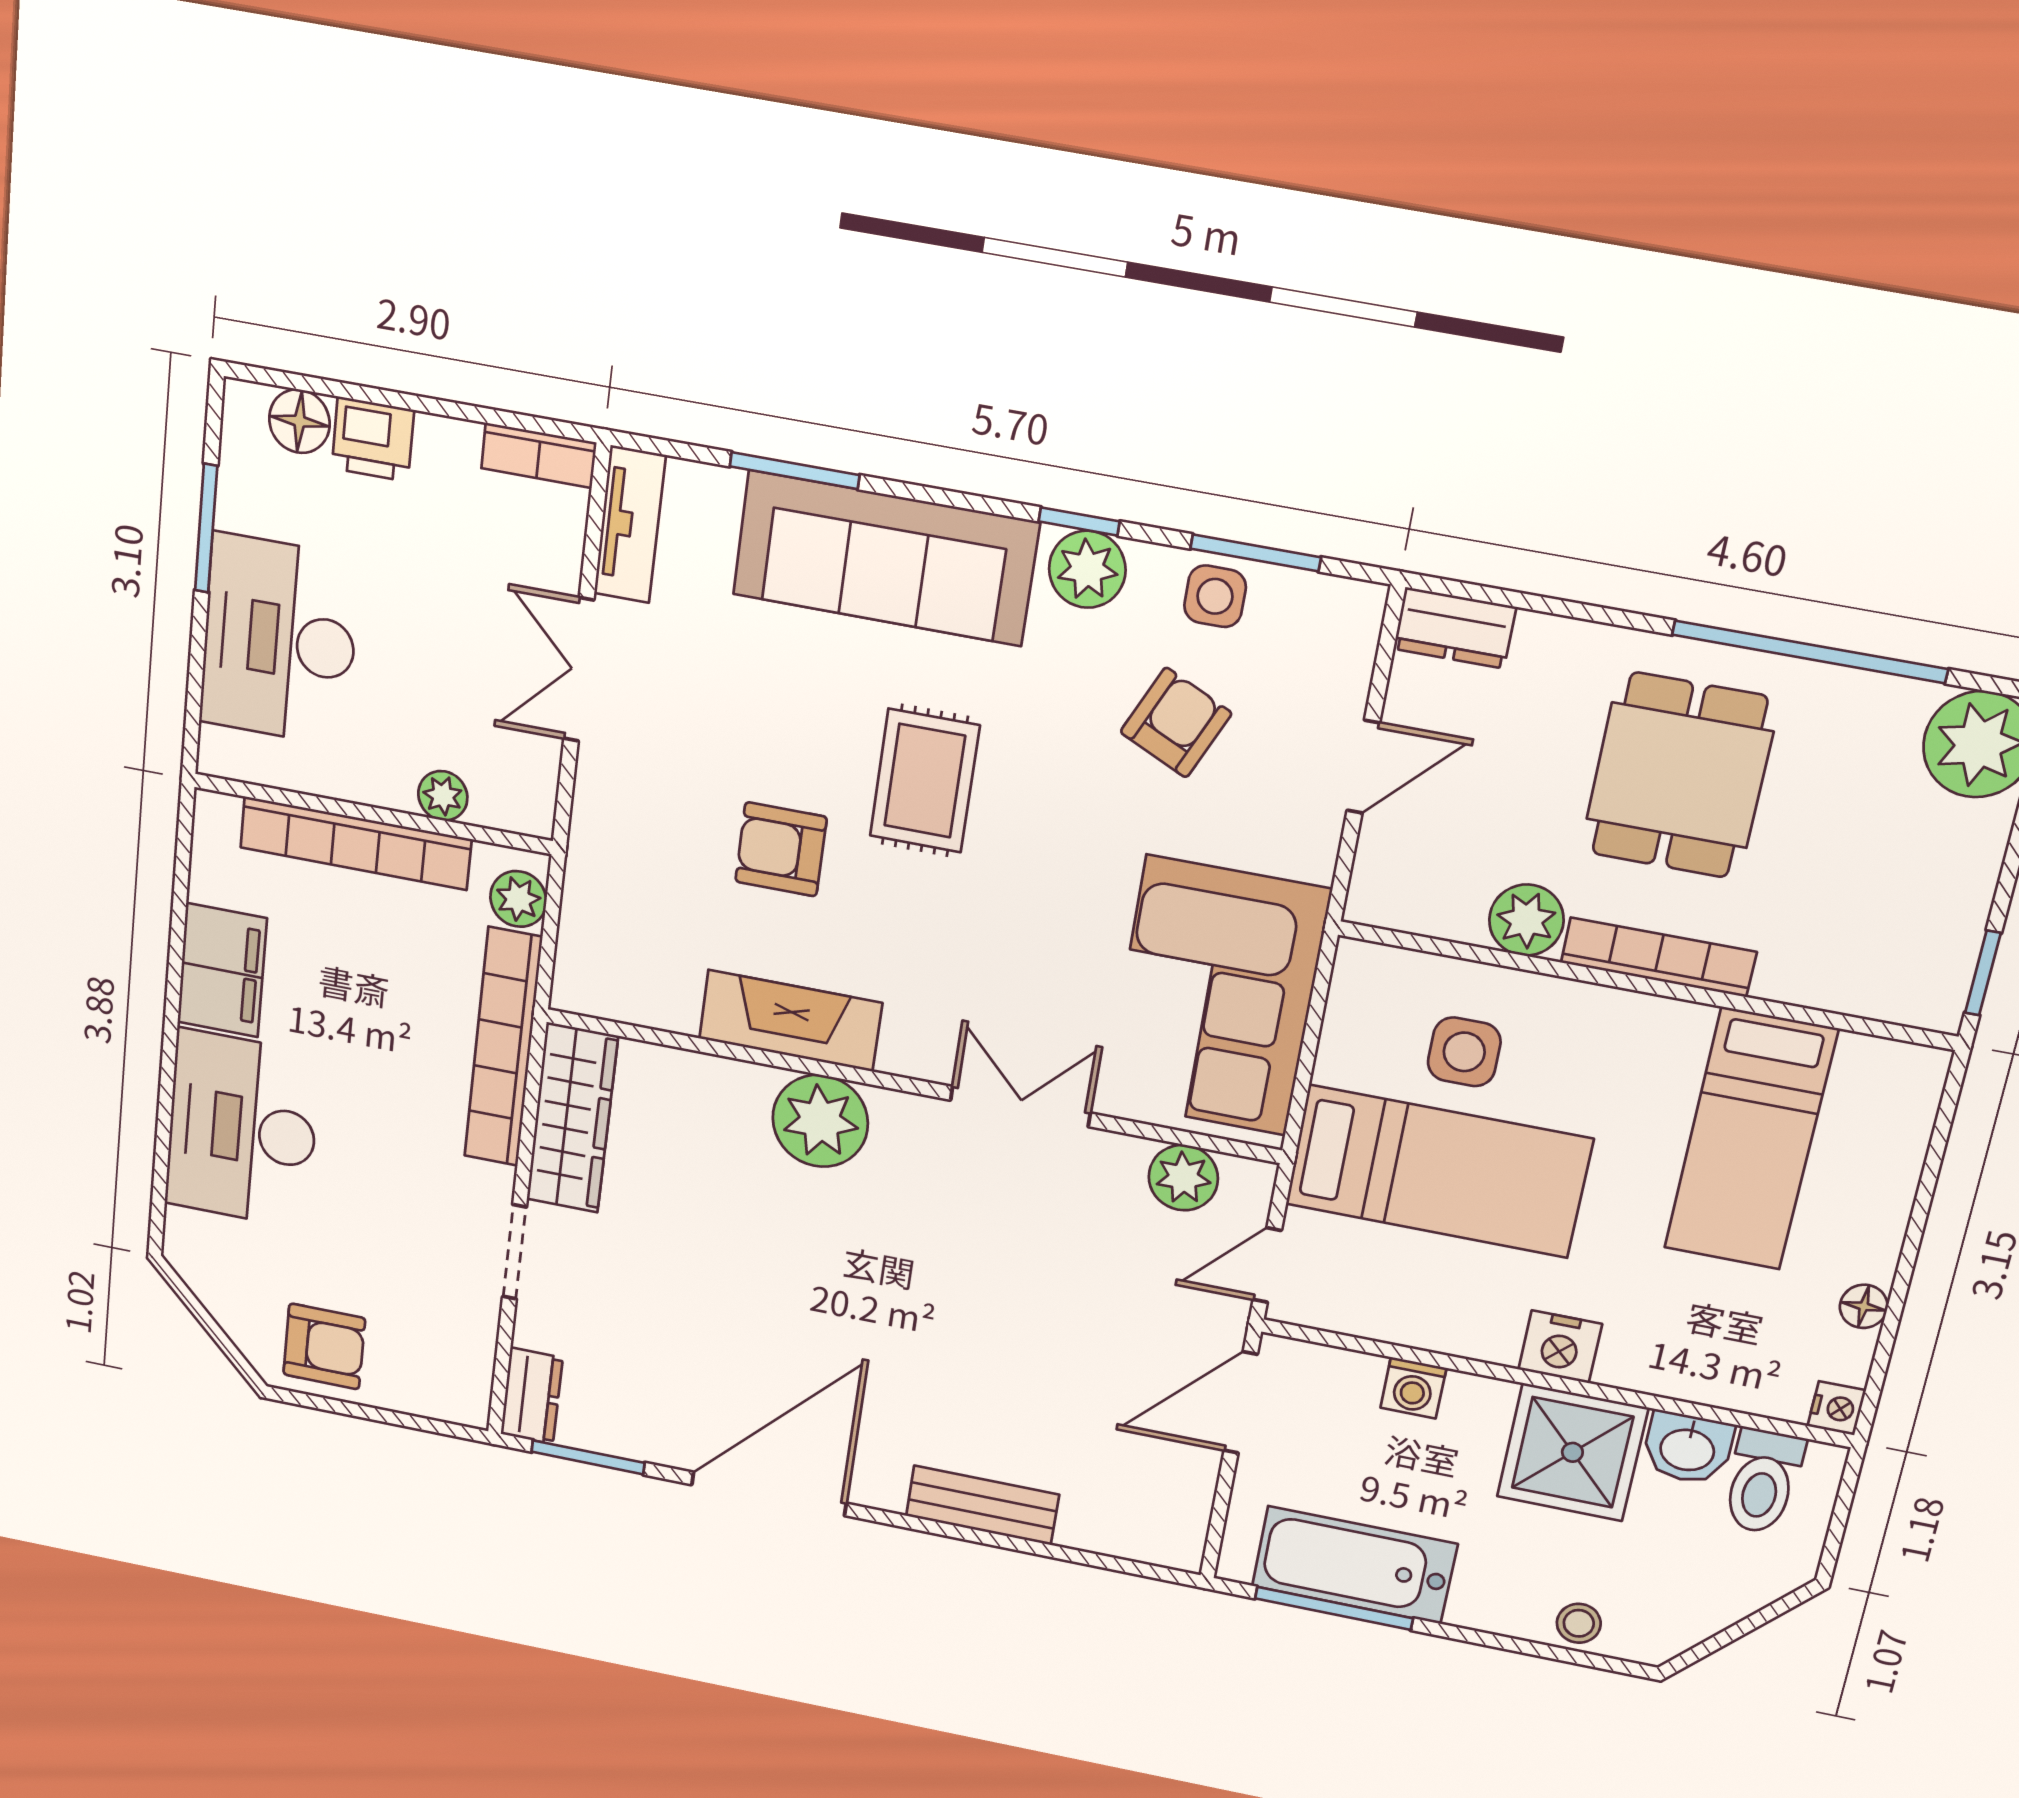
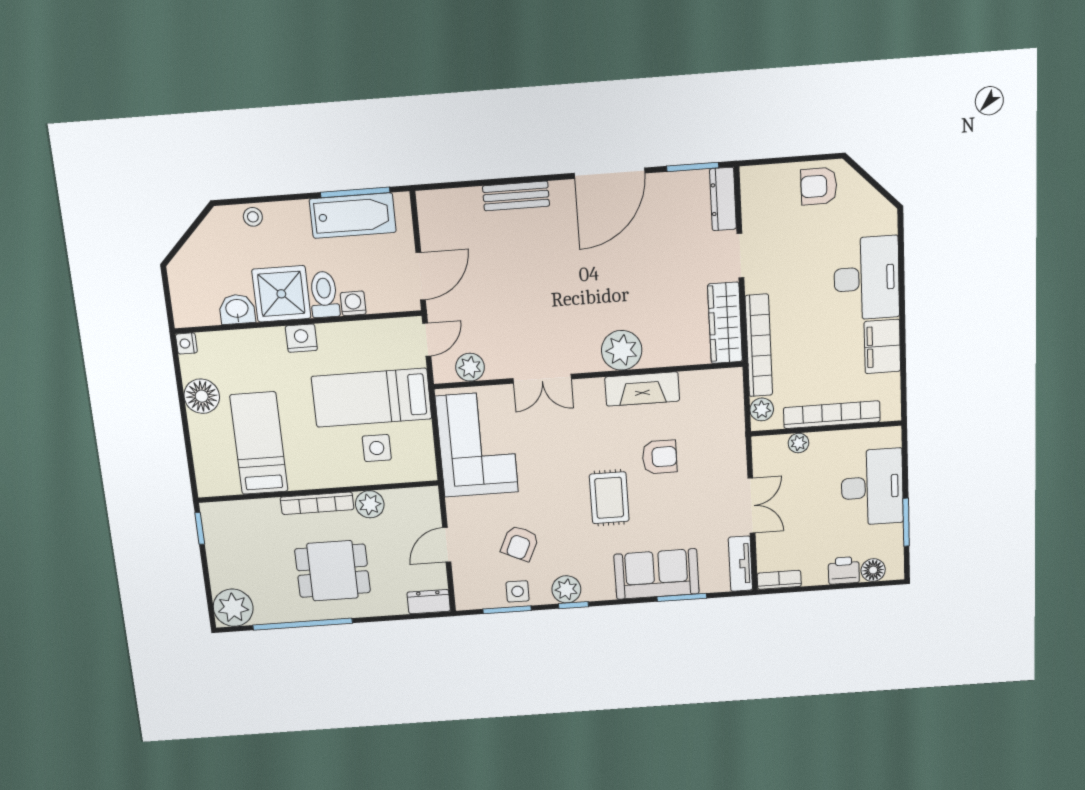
sofa: (886, 558) -> (657, 574), width x0.73
dining table: (1679, 775) -> (333, 571), turned 90
floor lamp: (1864, 1306) -> (202, 396), width x1.89, depth x1.89
dresser: (532, 1396) -> (723, 199), width x1.44
toilet: (1762, 1481) -> (324, 294), moved

